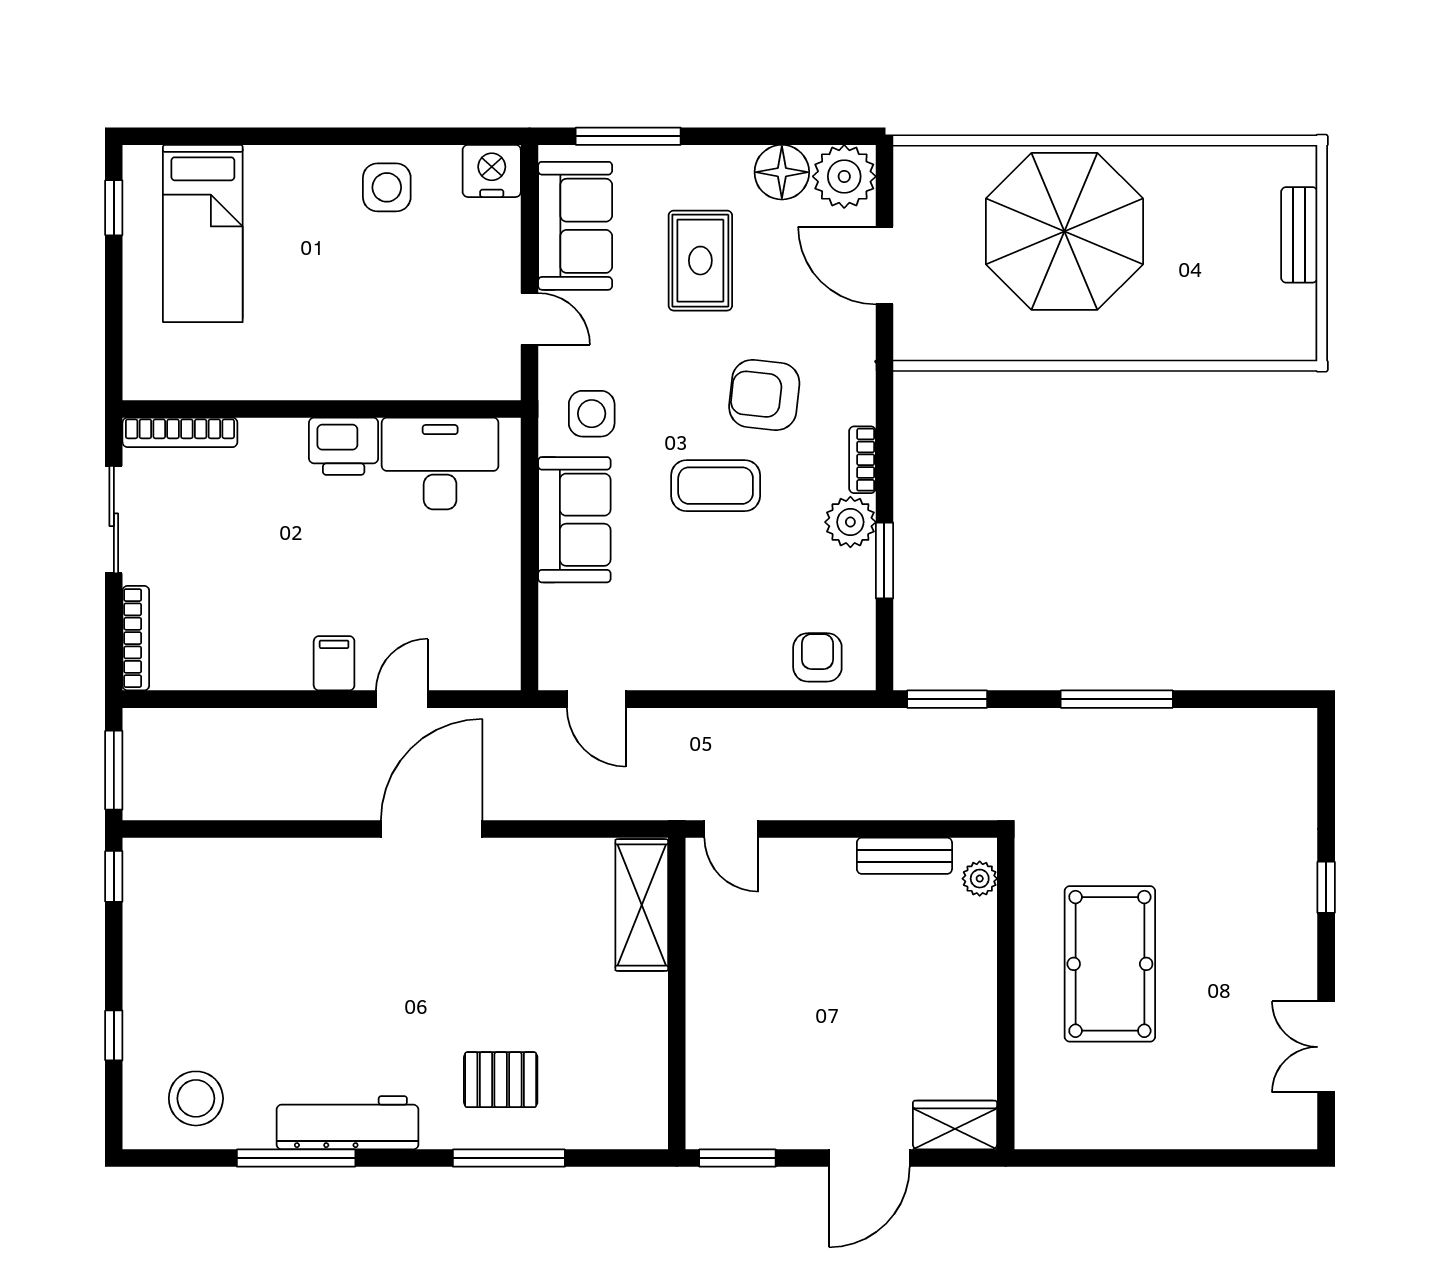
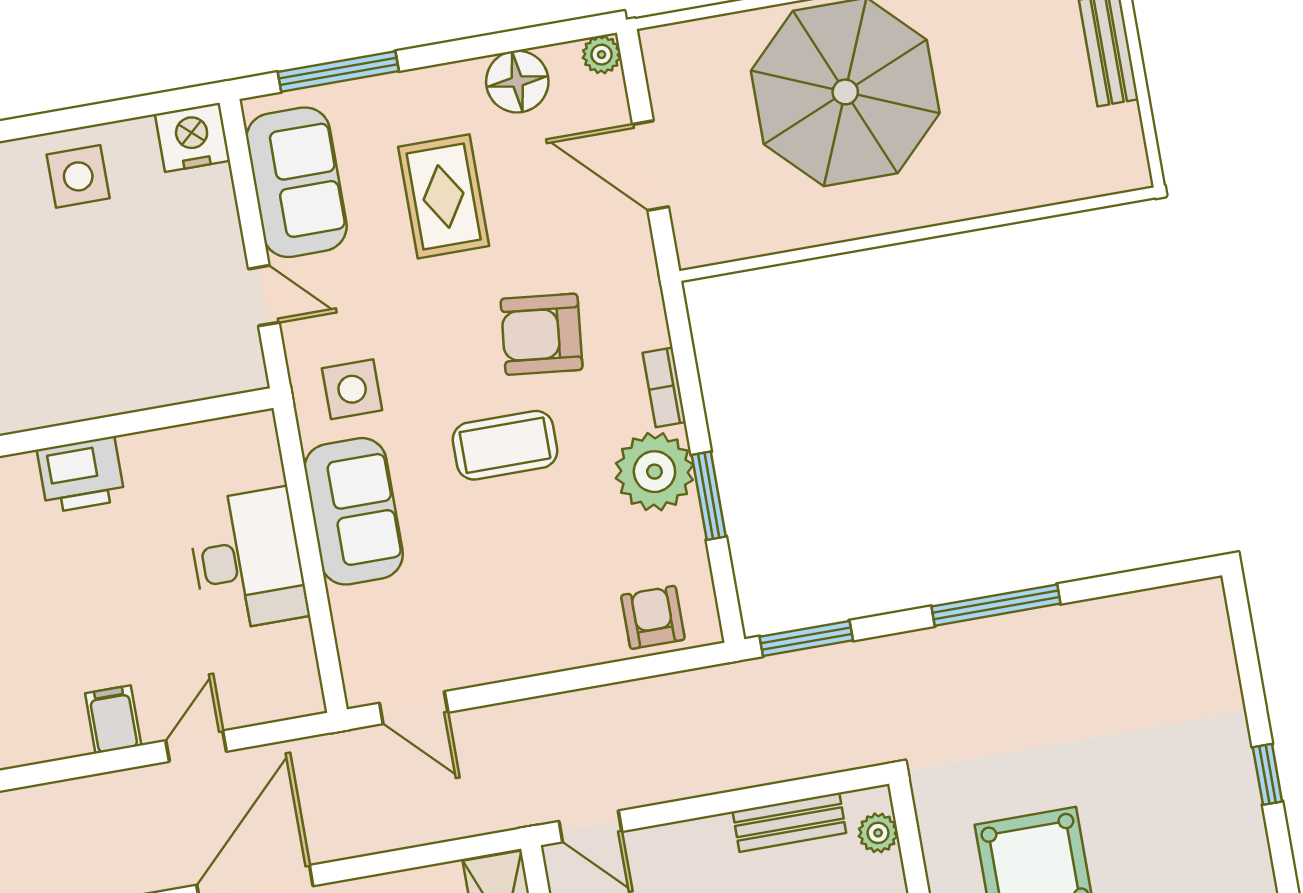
plant: (844, 176) -> (602, 55), width x0.53, depth x0.53
desk: (440, 464) -> (247, 560), moved, turned 90
plant: (850, 522) -> (654, 472), width x1.36, depth x1.36

